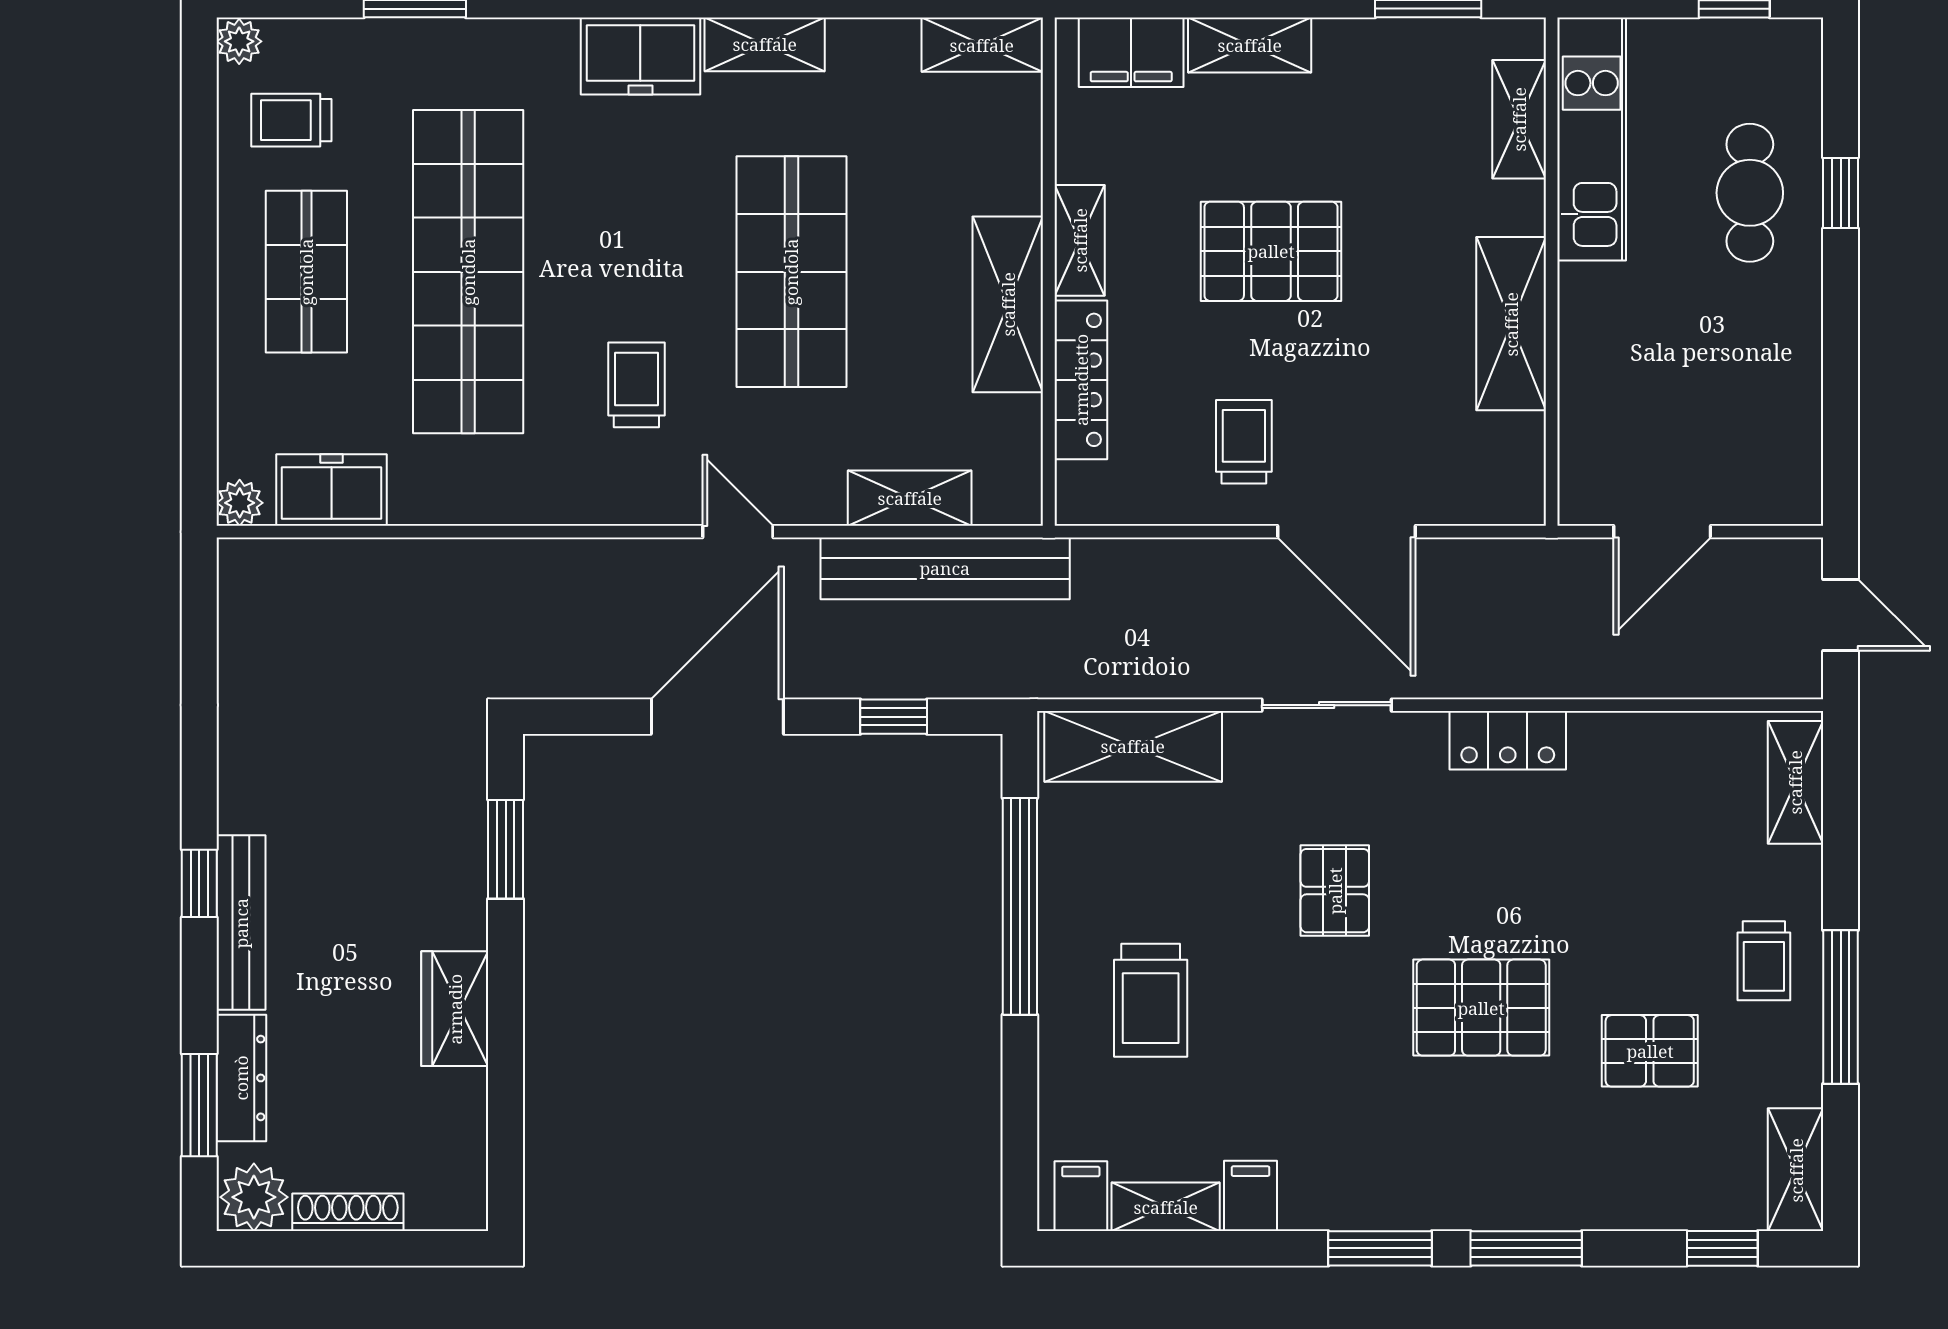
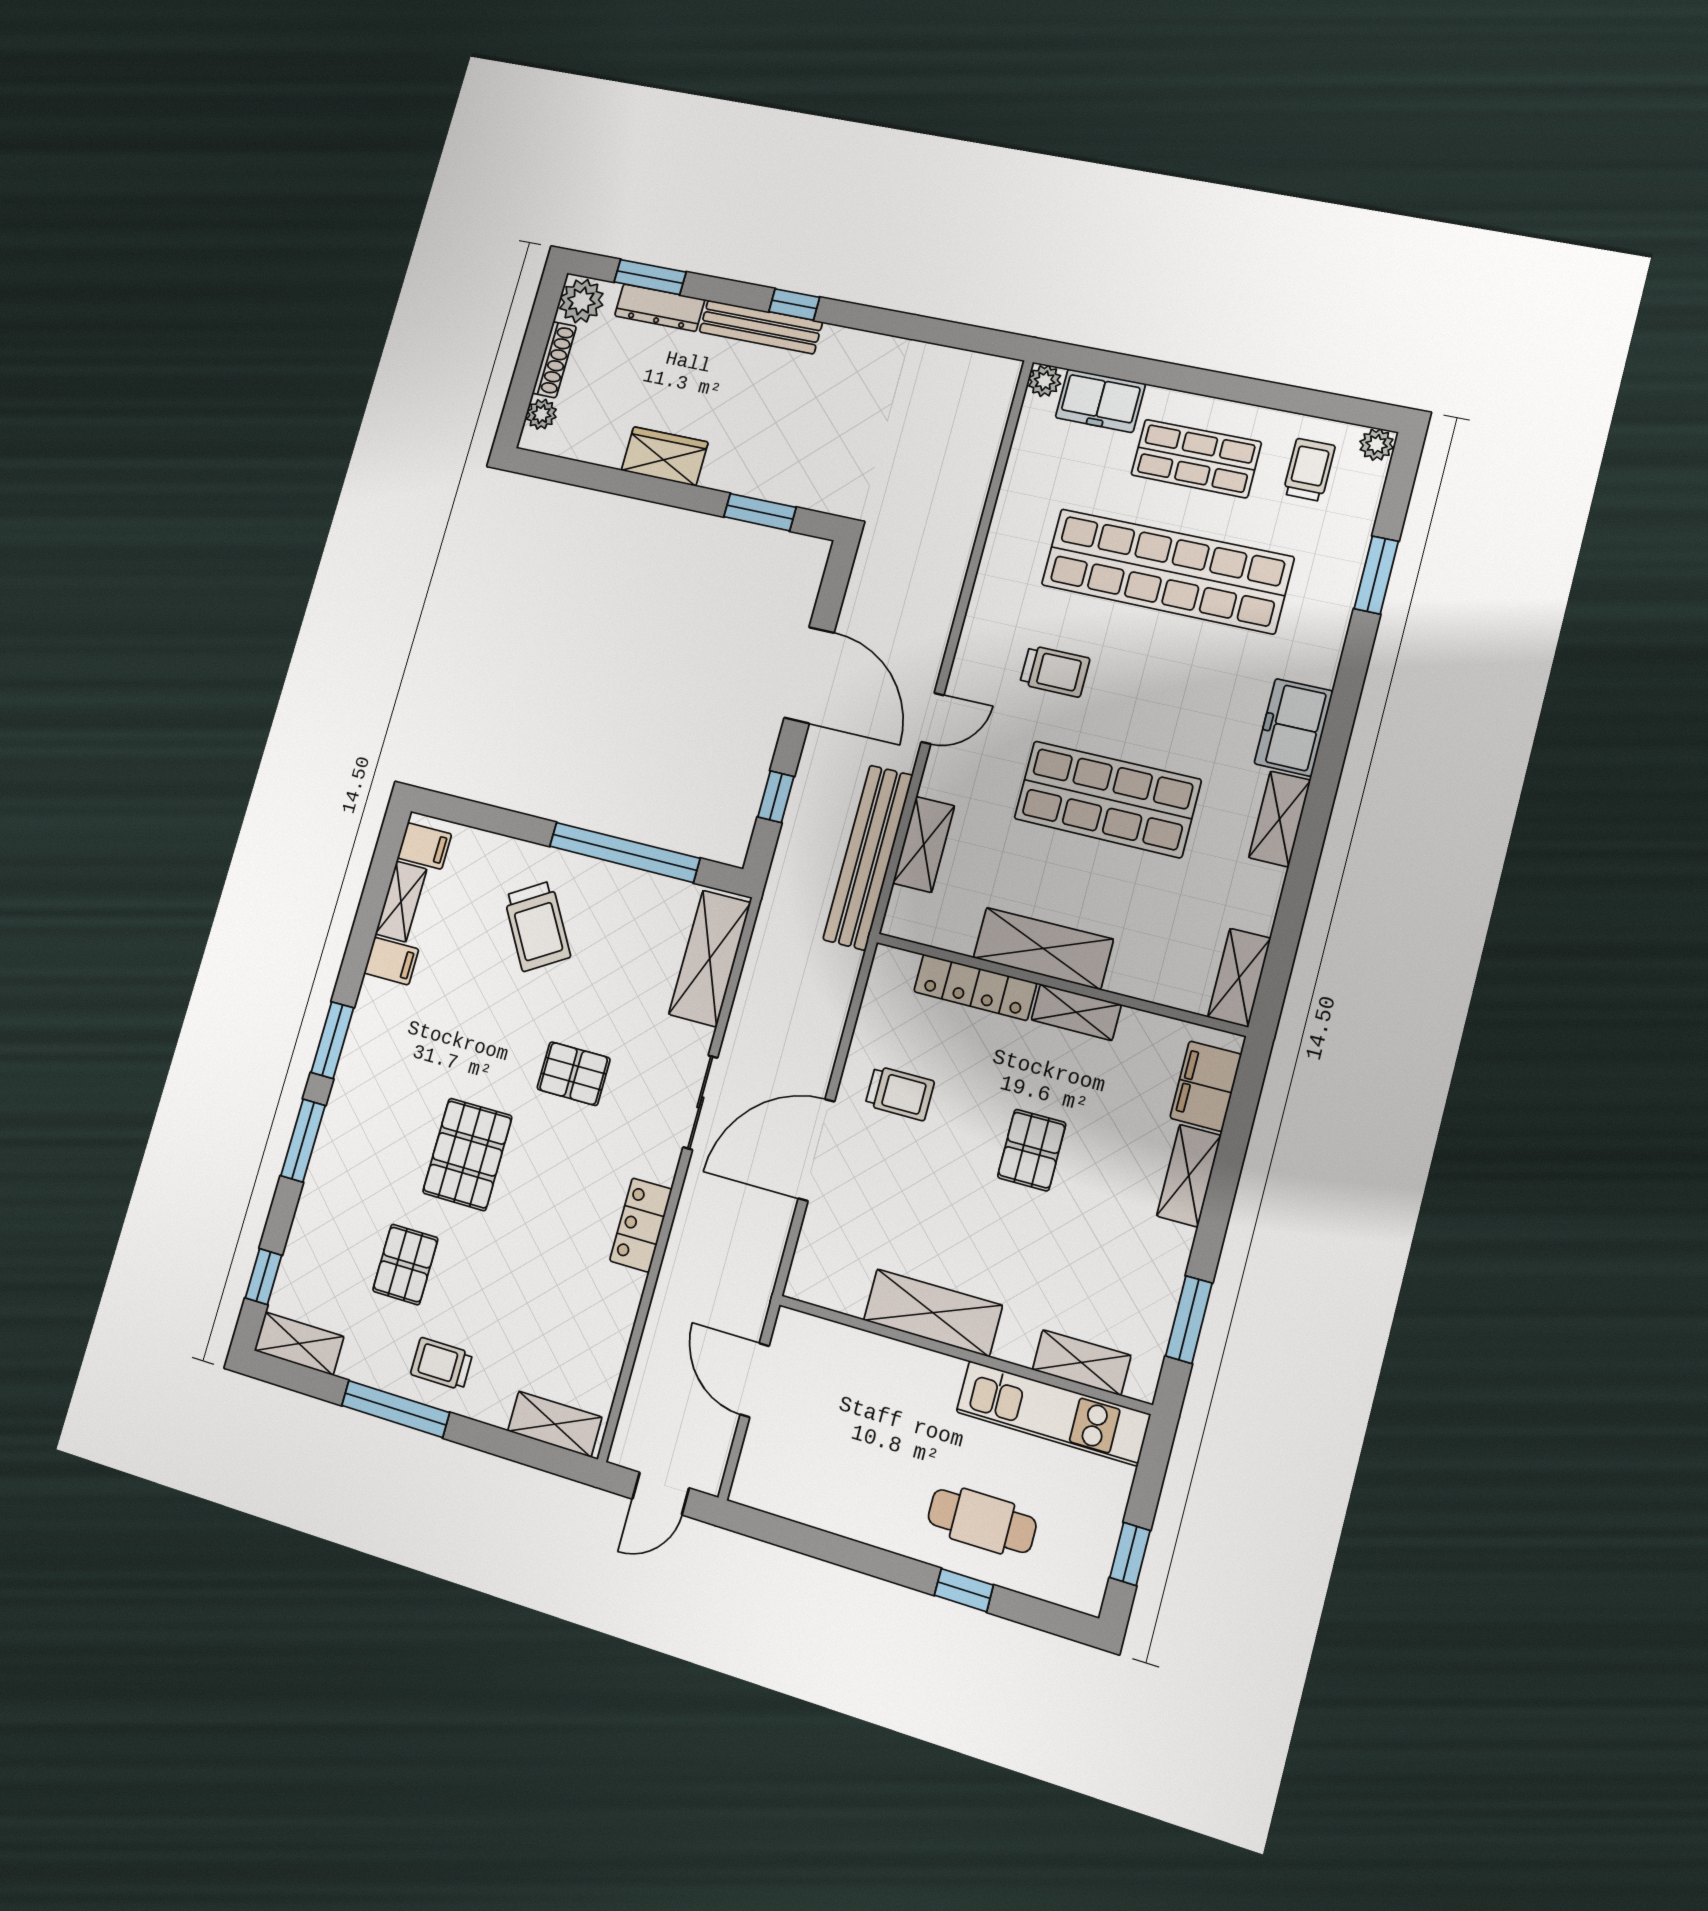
pallet: (1271, 251) -> (1032, 1150), width x0.67, depth x0.71
freezer: (331, 490) -> (1100, 401), moved, turned 90
trolley: (1151, 1000) -> (537, 926), turned -121
plant: (431, 1208) -> (541, 414), added

